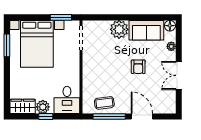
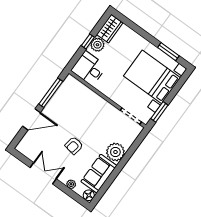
armchair: (138, 67) -> (74, 146), turned -80
coffee table: (104, 103) -> (65, 97), removed

